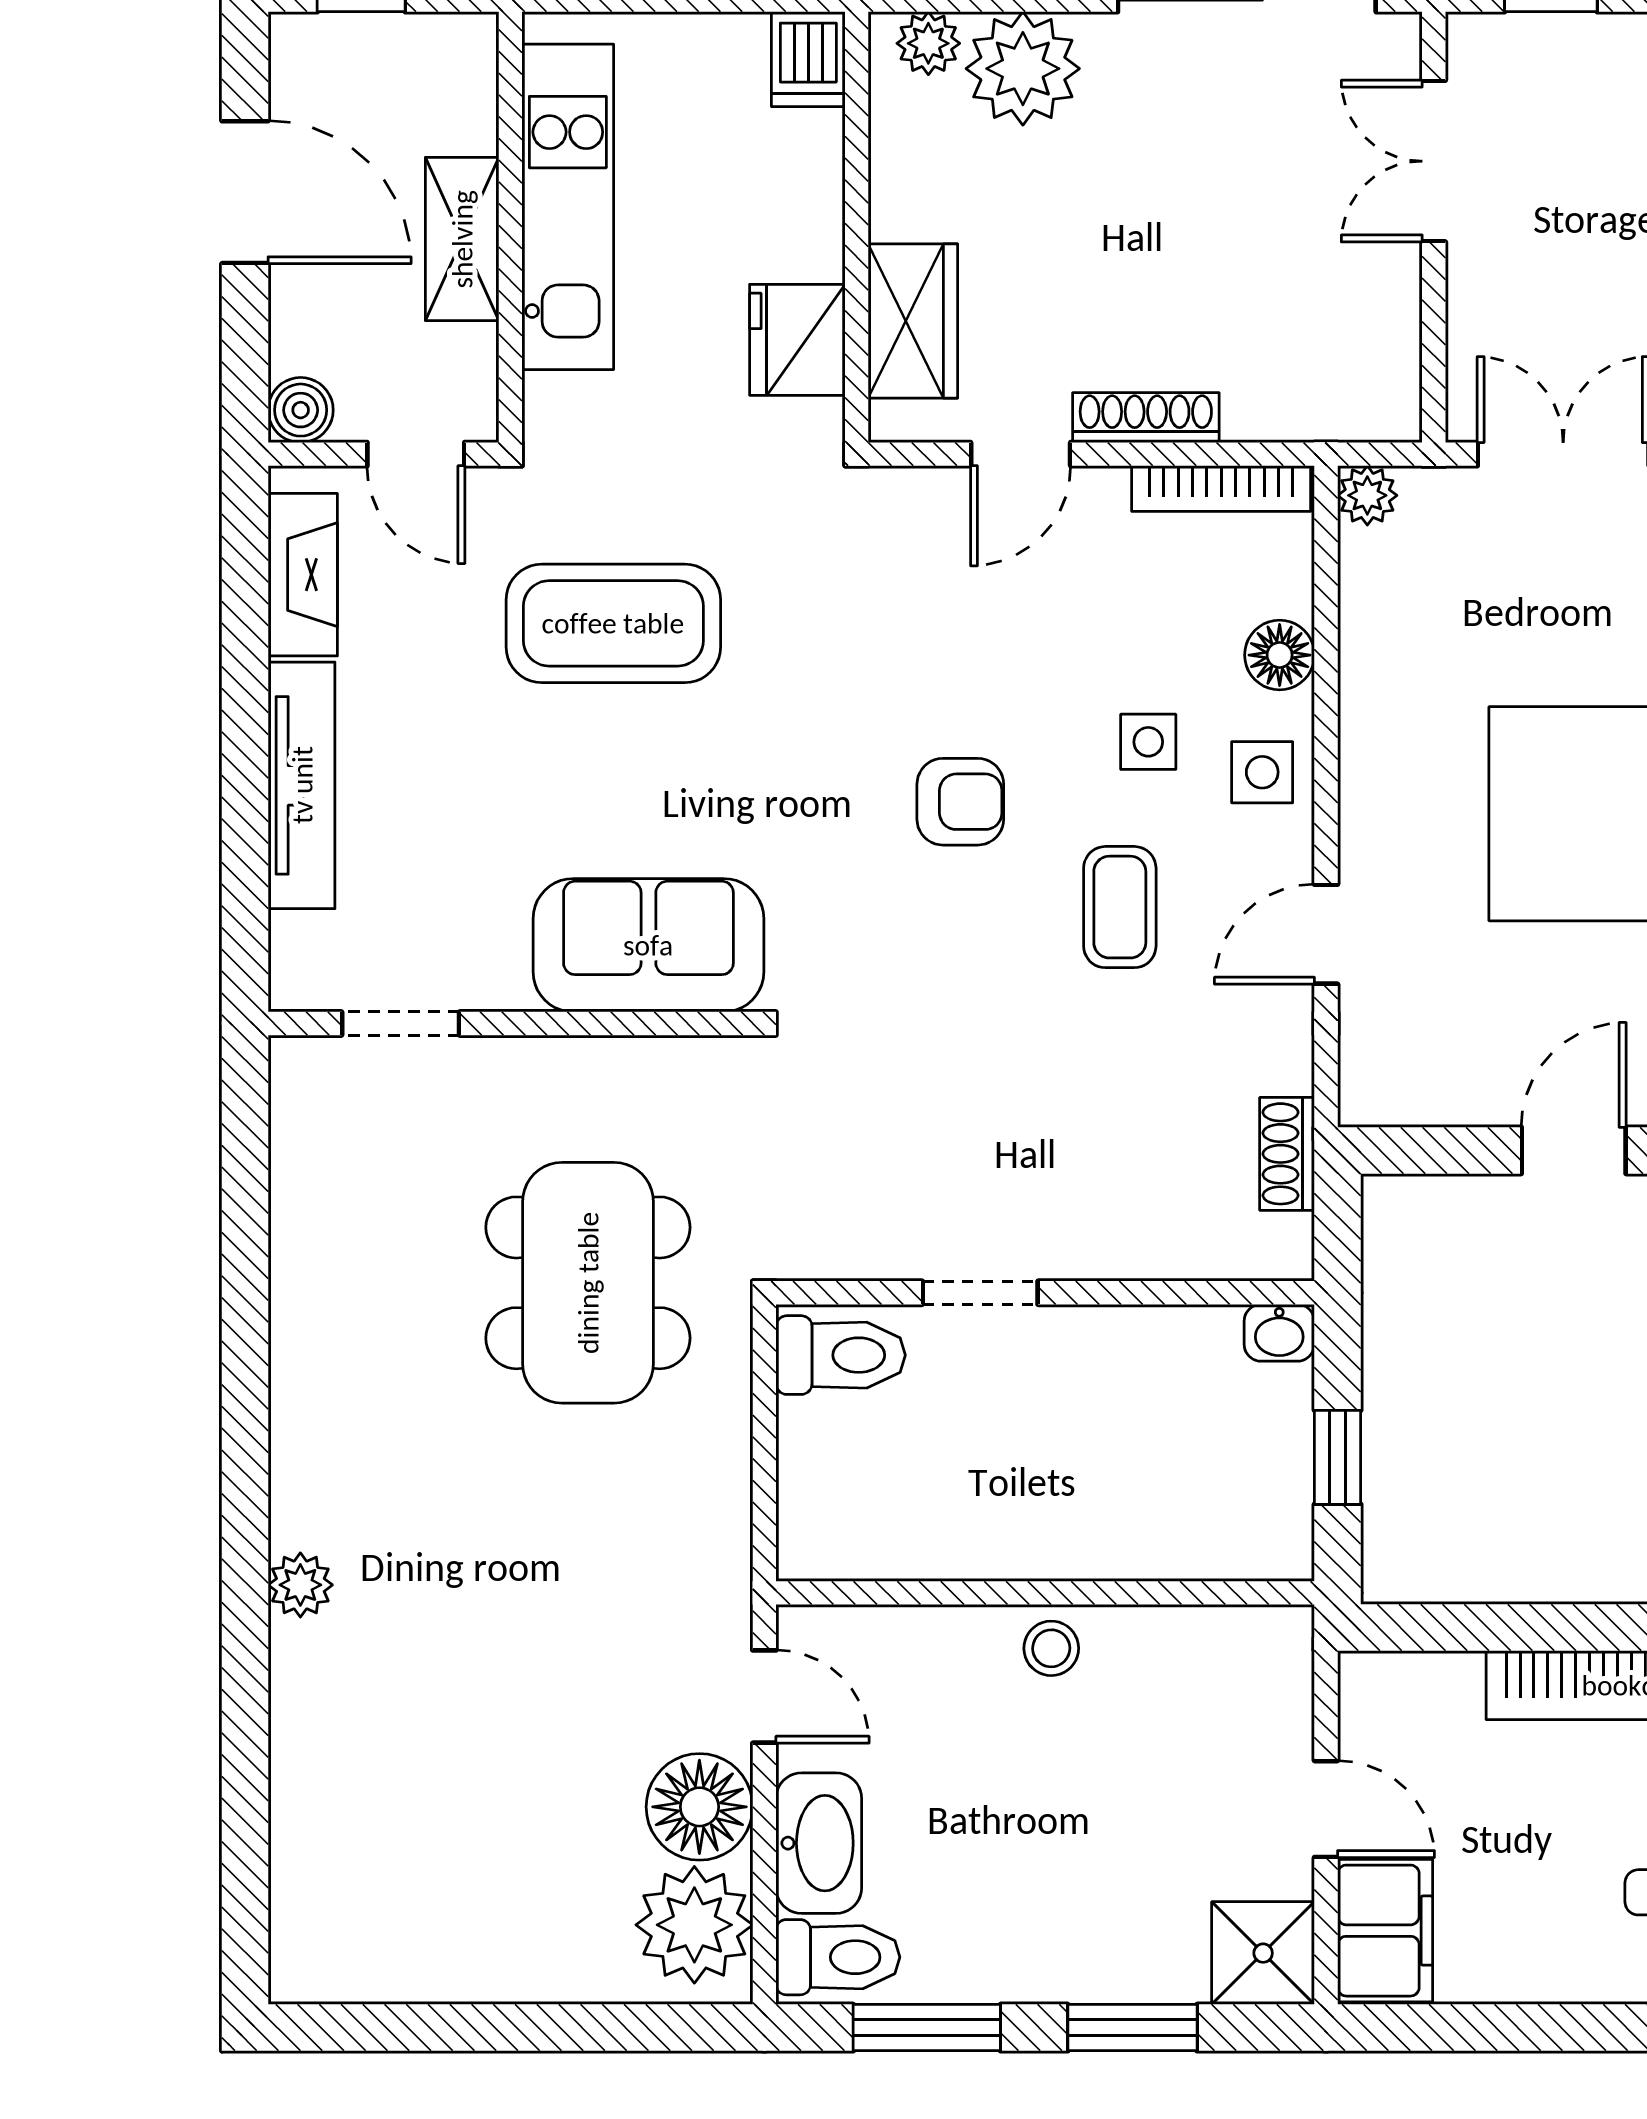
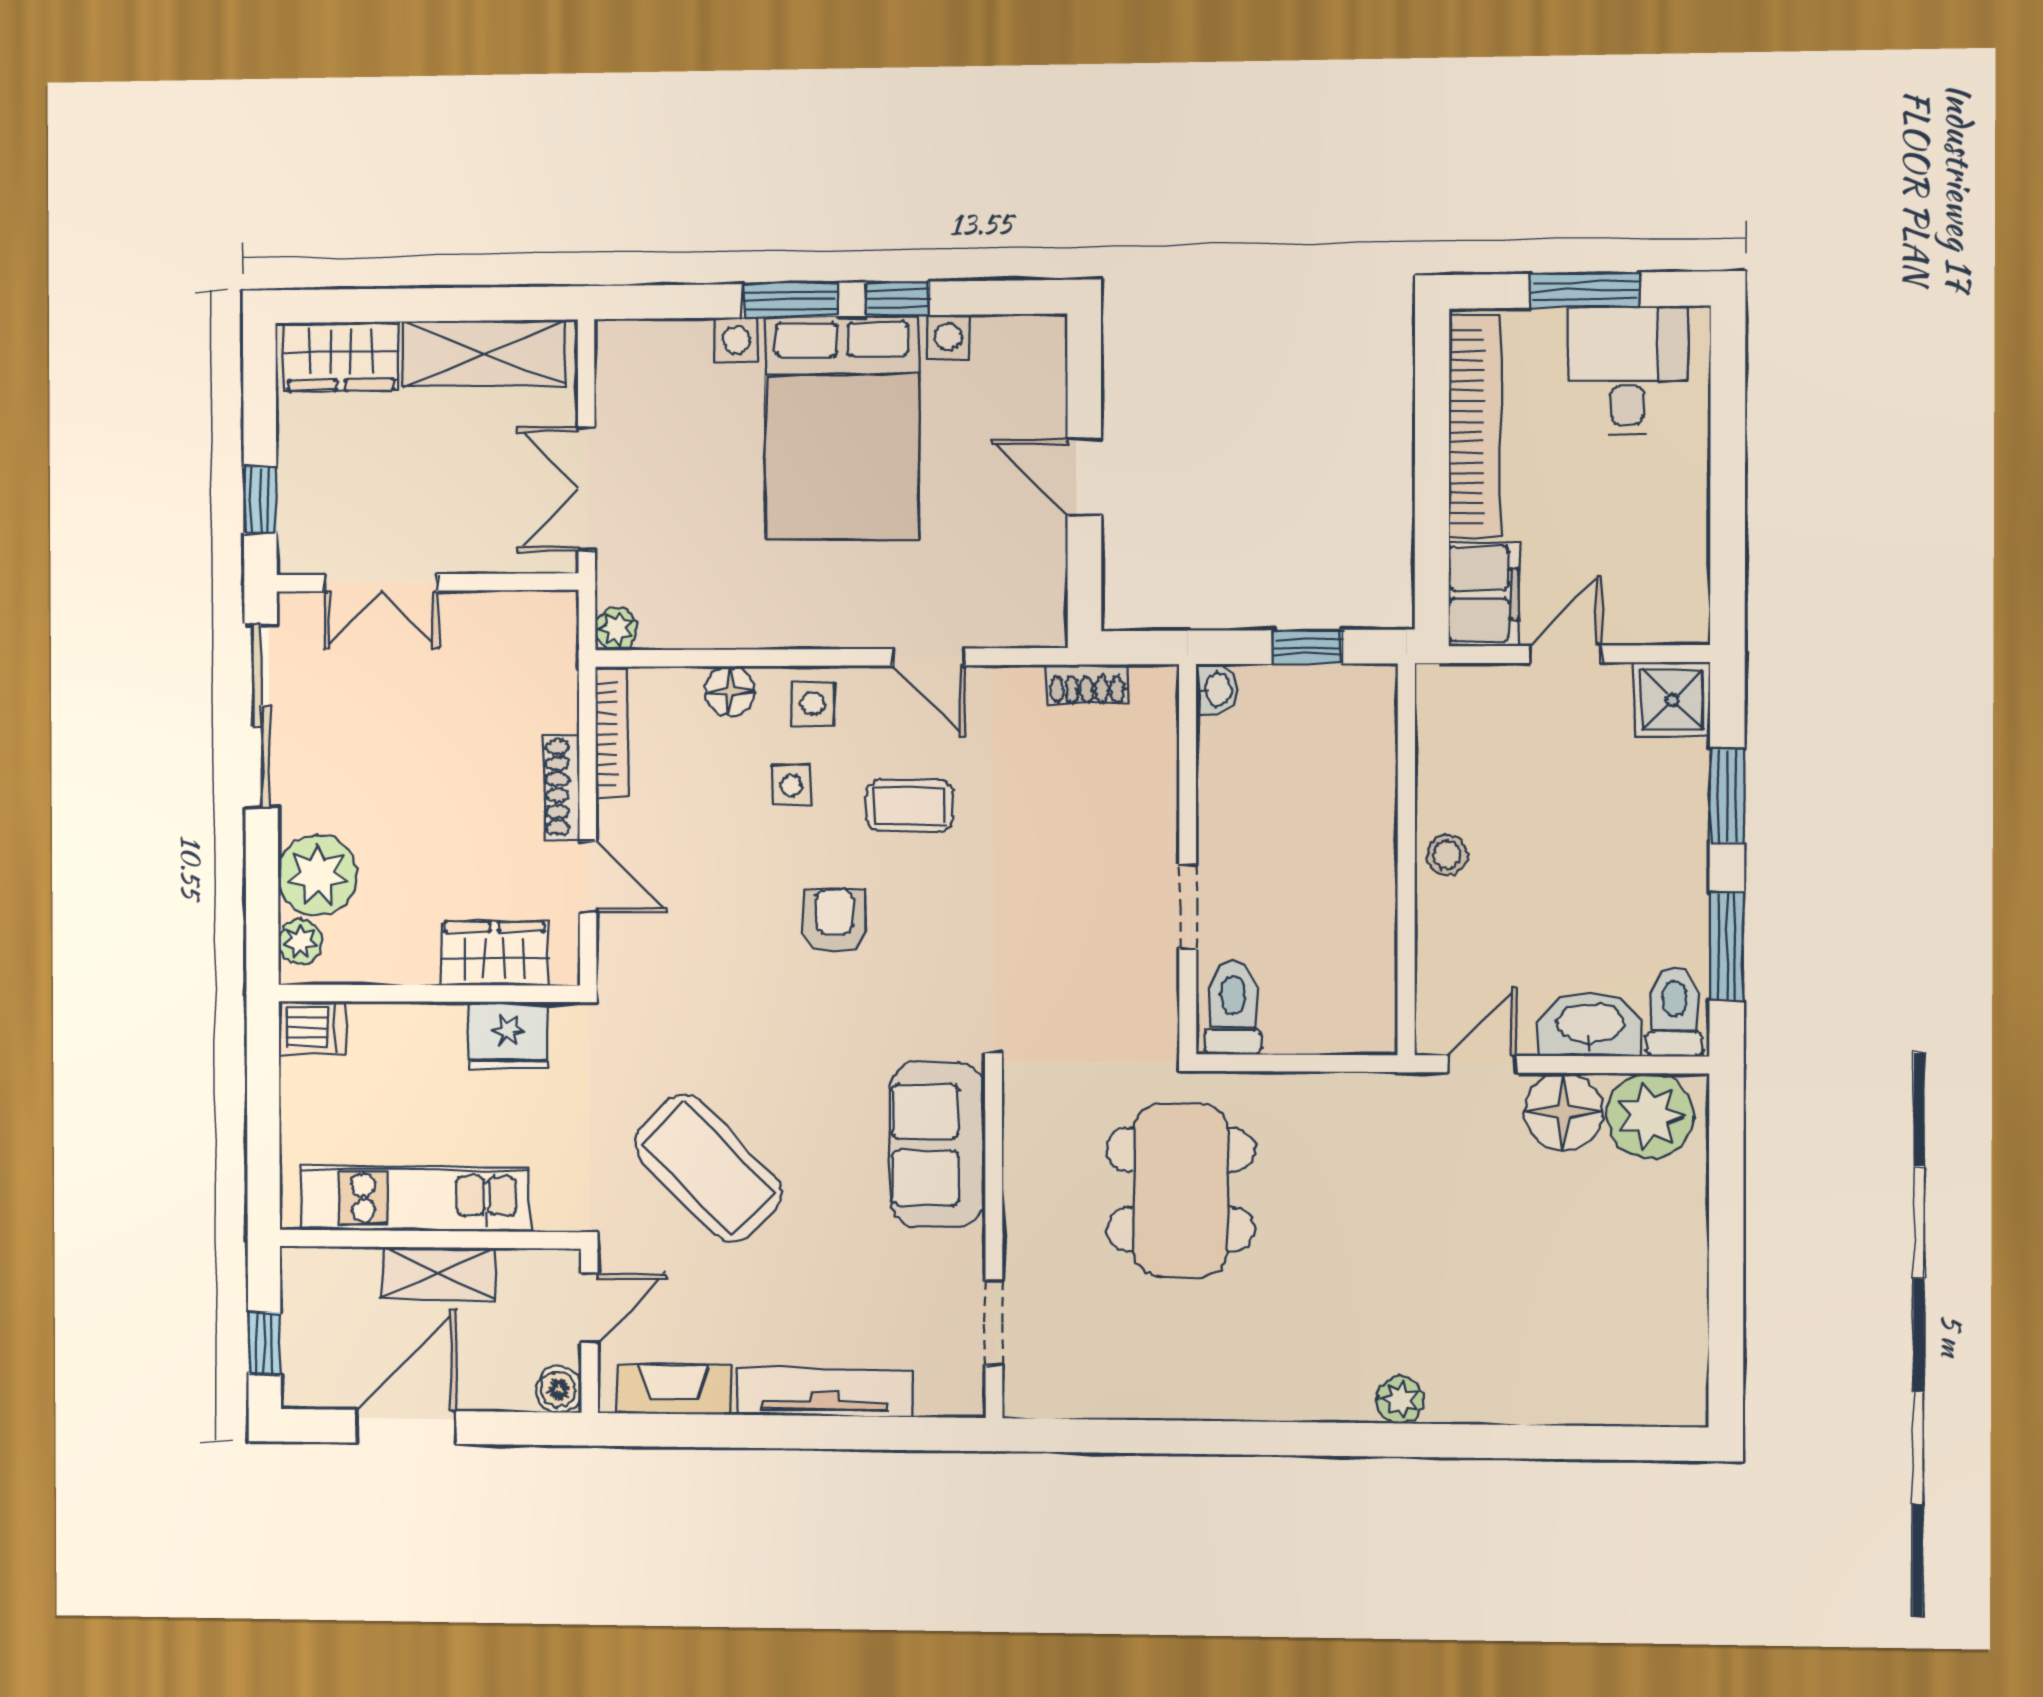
coffee table: (613, 623) -> (708, 1168), turned -45
dining table: (588, 1283) -> (1181, 1190), turned 90
filing cabinet: (1385, 1931) -> (1484, 594), moved, turned 90

